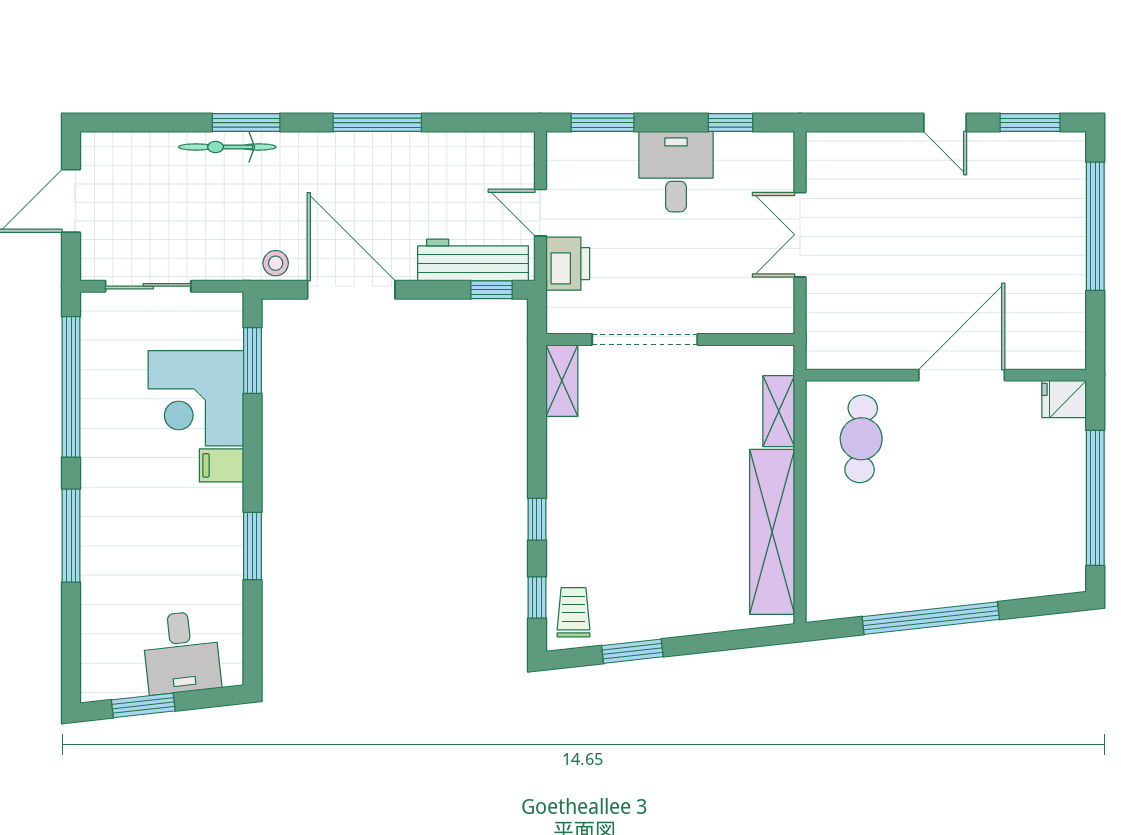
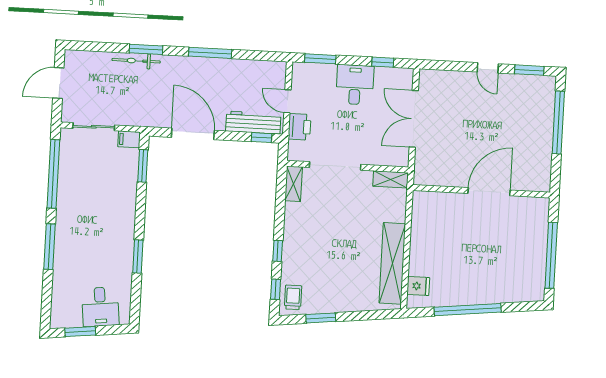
double door: (800, 235) -> (414, 119), width x1.37
stool: (276, 263) -> (157, 119), removed
corner desk: (196, 398) -> (114, 183), removed
fridge: (1064, 399) -> (418, 286), moved, turned 180
shelving: (779, 411) -> (391, 179), moved, turned 90
cafe table: (861, 439) -> (438, 220), removed
filing cabinet: (221, 465) -> (129, 139), moved

